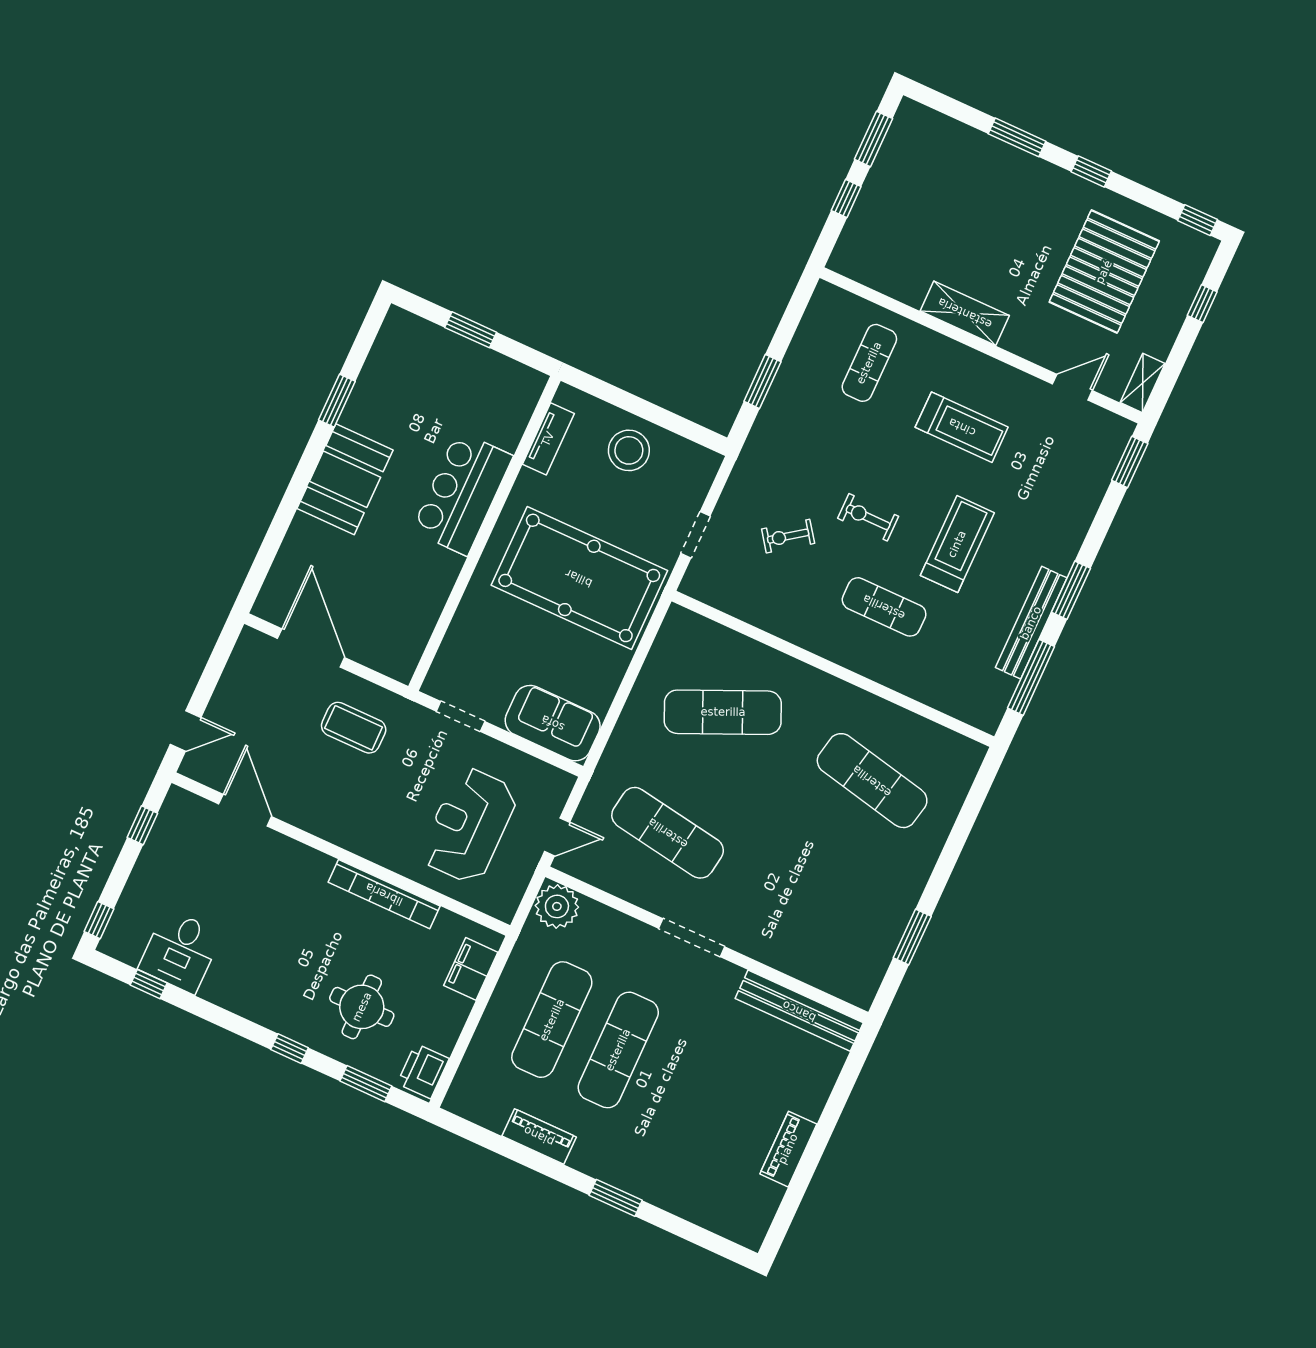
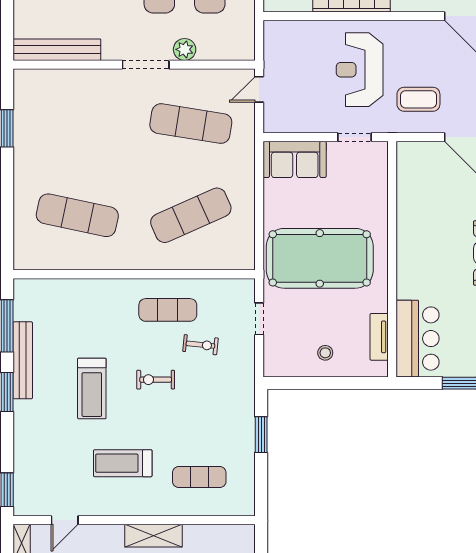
exercise mat: (869, 363) -> (199, 477), turned 90
stool: (629, 450) -> (325, 353), width x0.53, depth x0.53
bar counter: (462, 493) -> (418, 339), moved
exercise bike: (868, 517) -> (156, 380), turned 180
exercise bike: (788, 536) -> (200, 345), turned 42
exercise mat: (884, 607) -> (168, 310), moved
reception desk: (469, 825) -> (360, 70), moved, turned 180
plant: (557, 906) -> (185, 49), moved, width x0.73, depth x0.73

